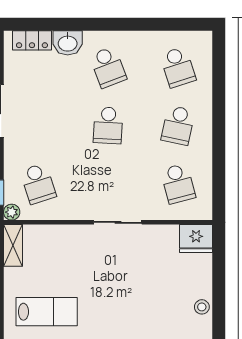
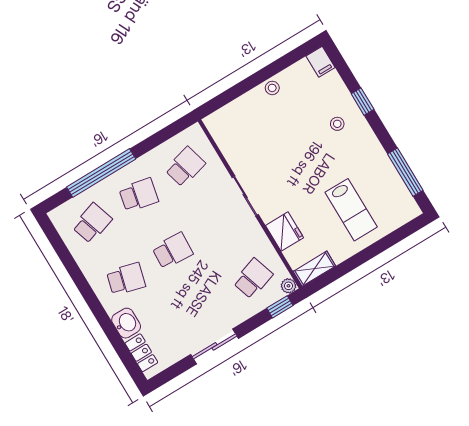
school desk: (108, 67) -> (126, 279), turned 36
window: (219, 103) -> (101, 173), added
fridge: (196, 239) -> (284, 232), moved
lab bench: (47, 312) -> (351, 210), turned 180

